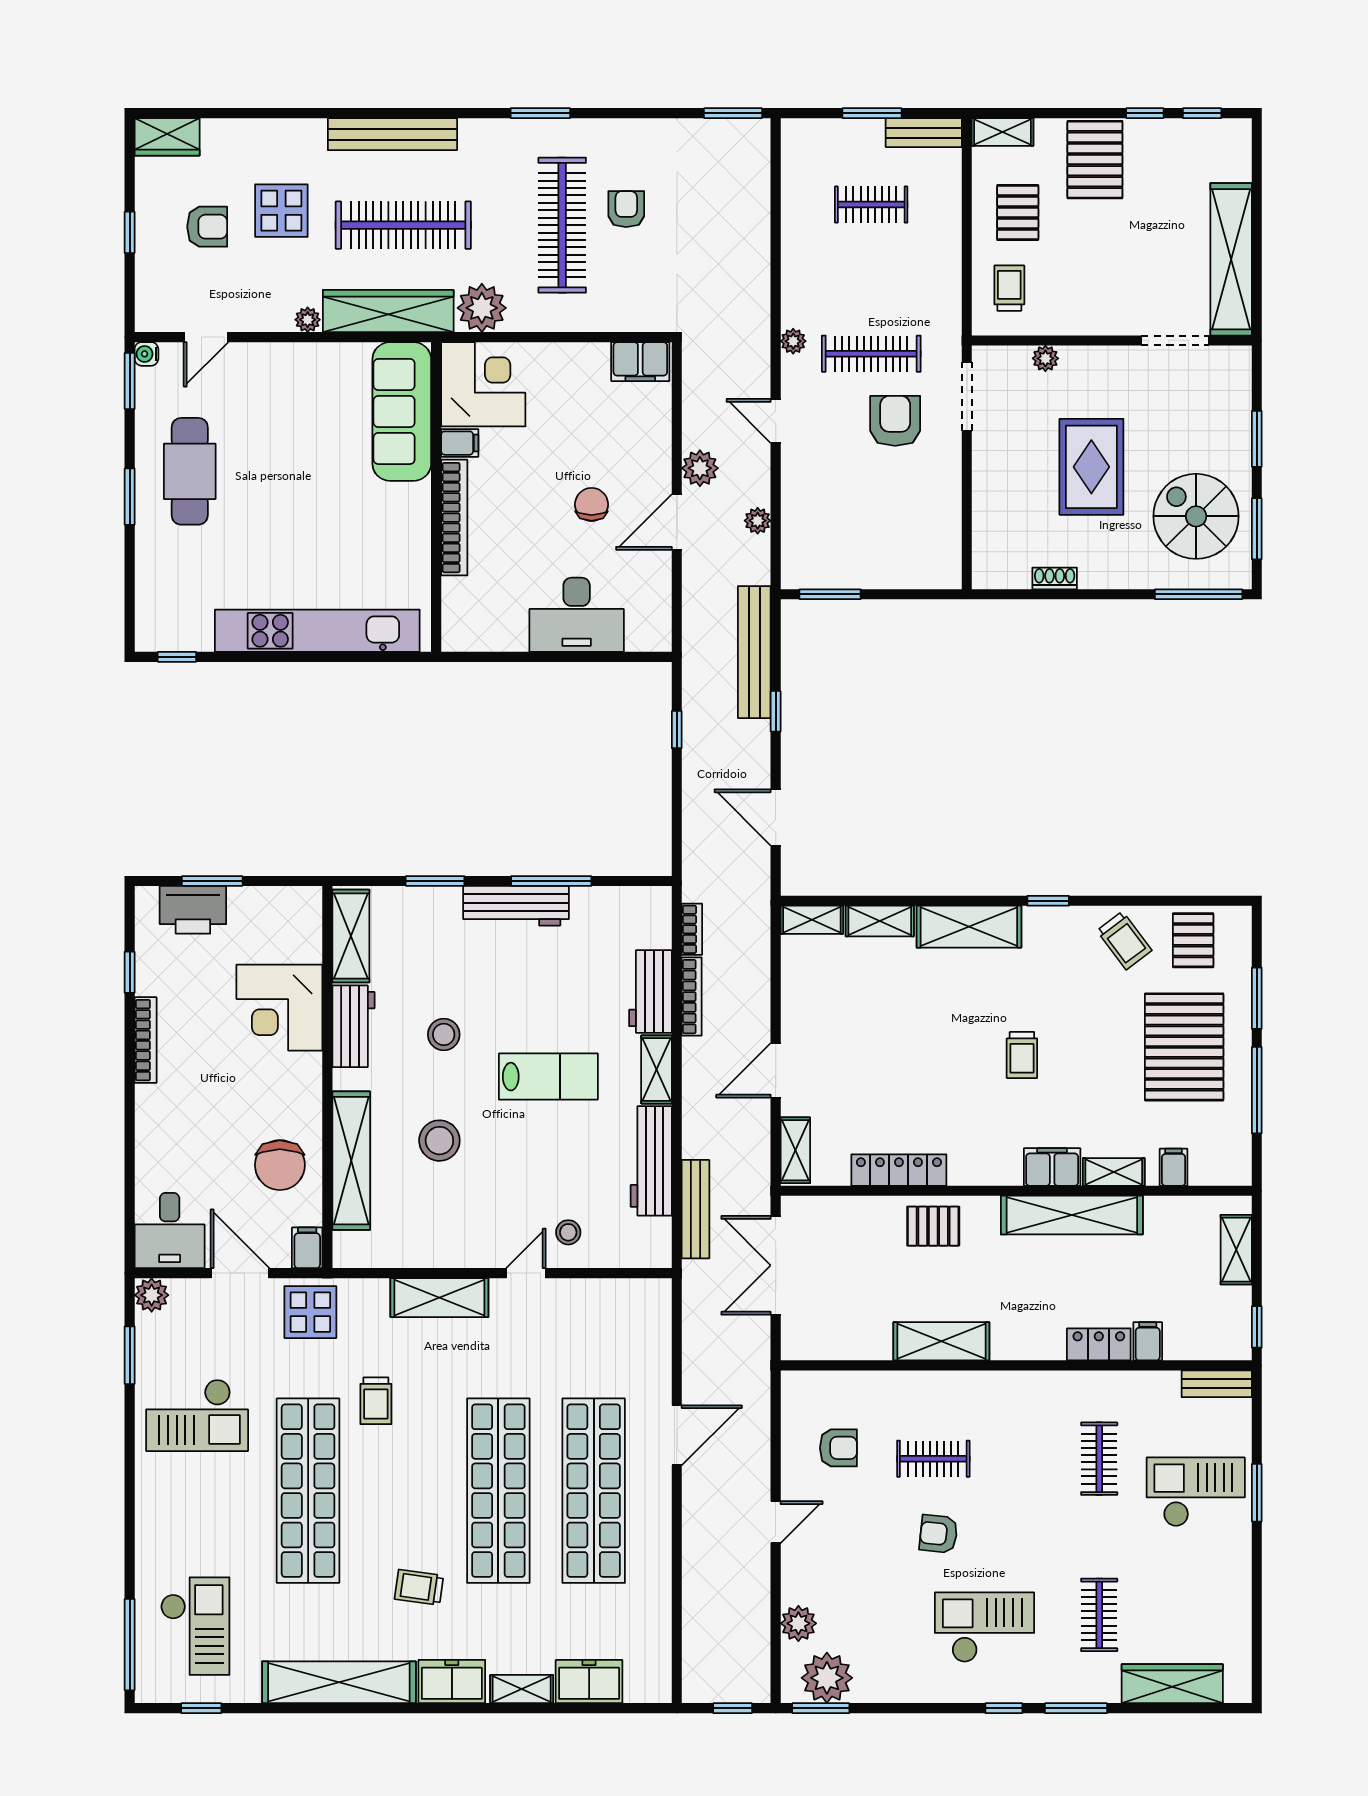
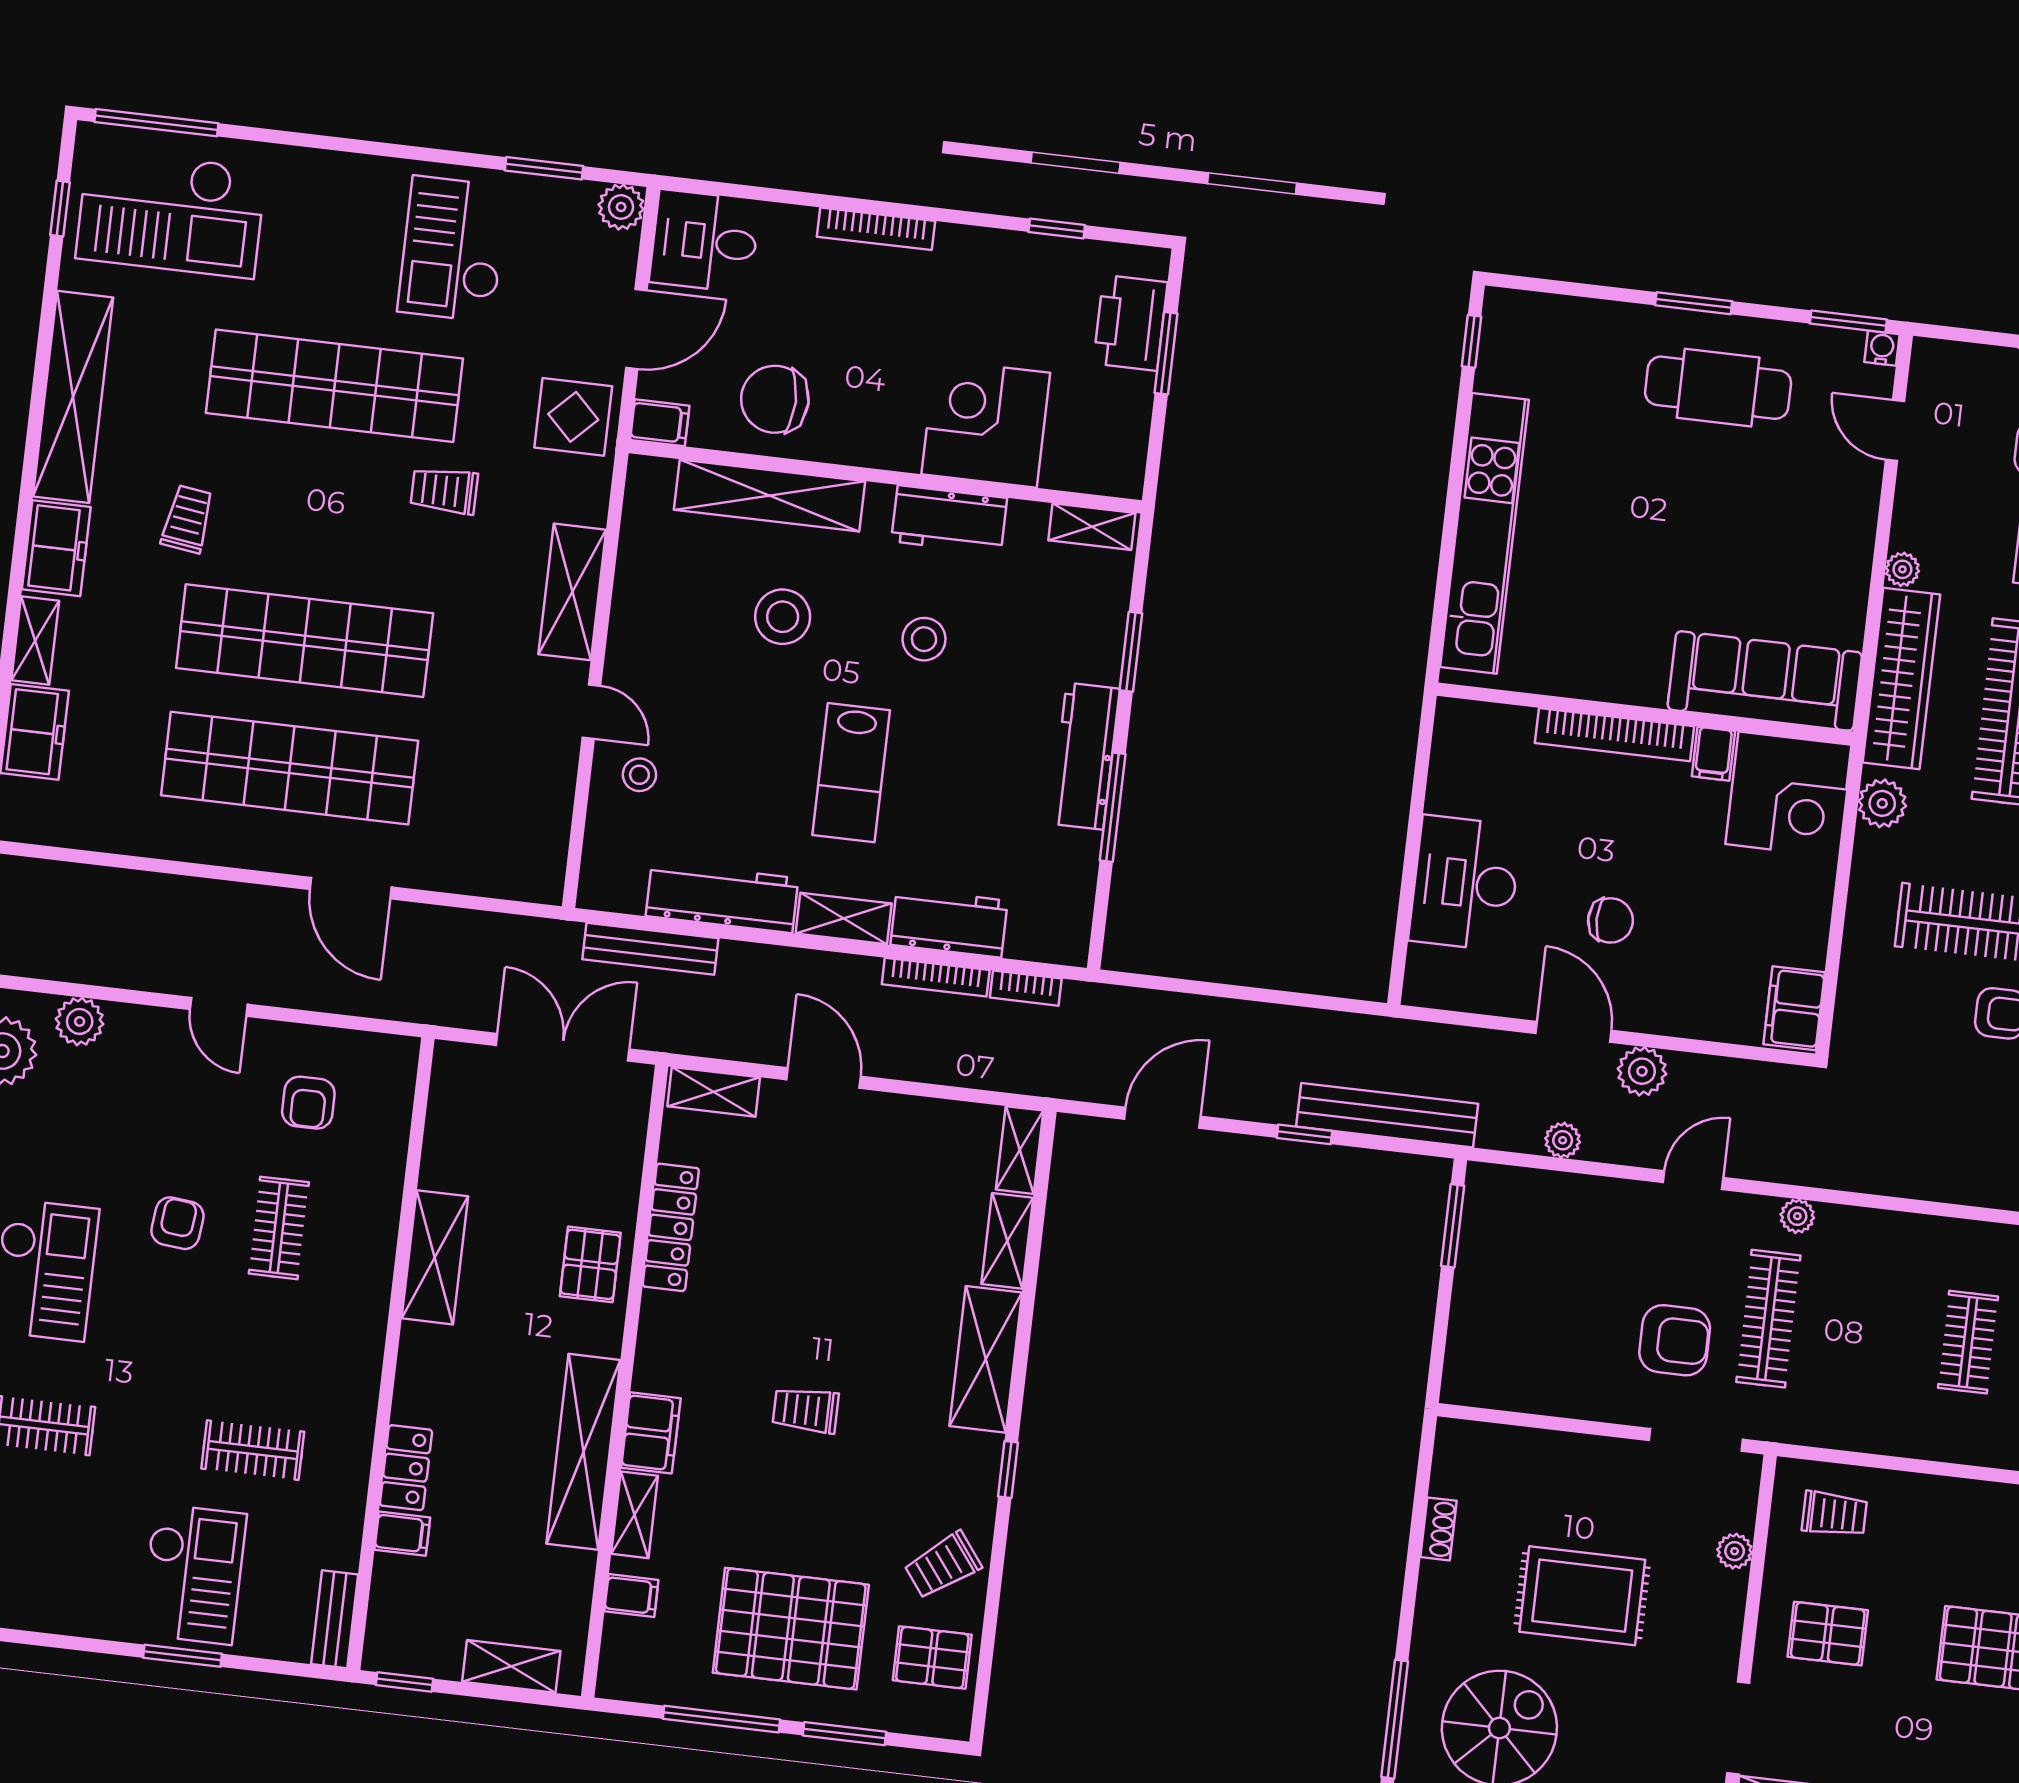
pallet: (1018, 212) -> (1828, 1634), moved
plant: (482, 308) -> (1882, 803), width x0.73, depth x0.73
window: (677, 730) -> (1296, 999), removed
shelving: (351, 936) -> (1092, 527), width x0.67, depth x0.75
bookcase: (146, 1040) -> (876, 229), moved
checkout: (195, 1626) -> (171, 213), width x1.36, depth x1.21

